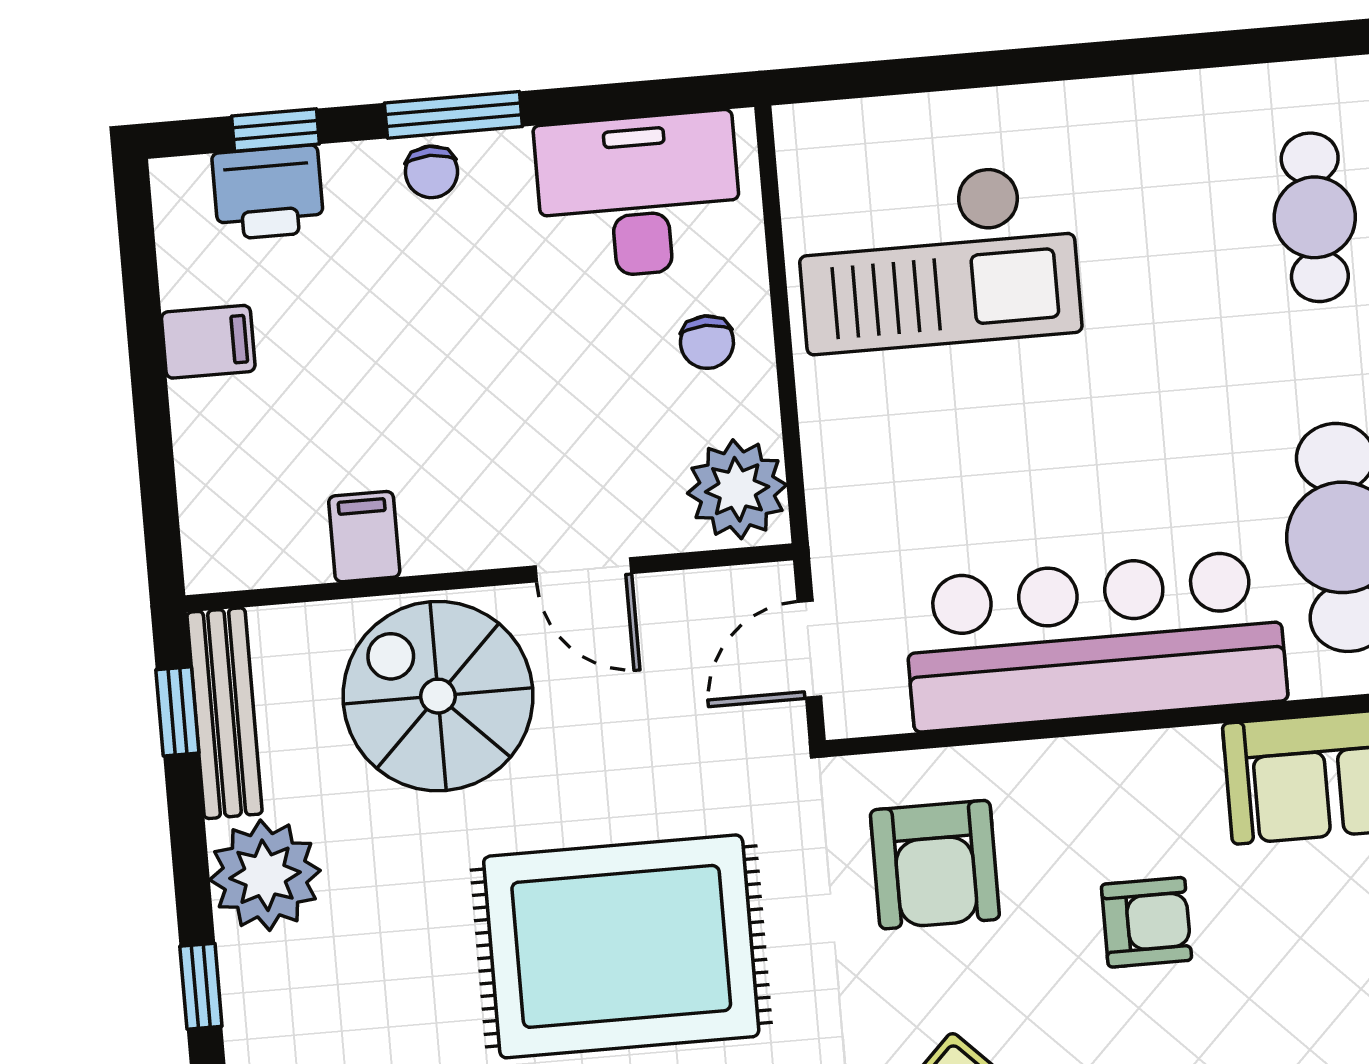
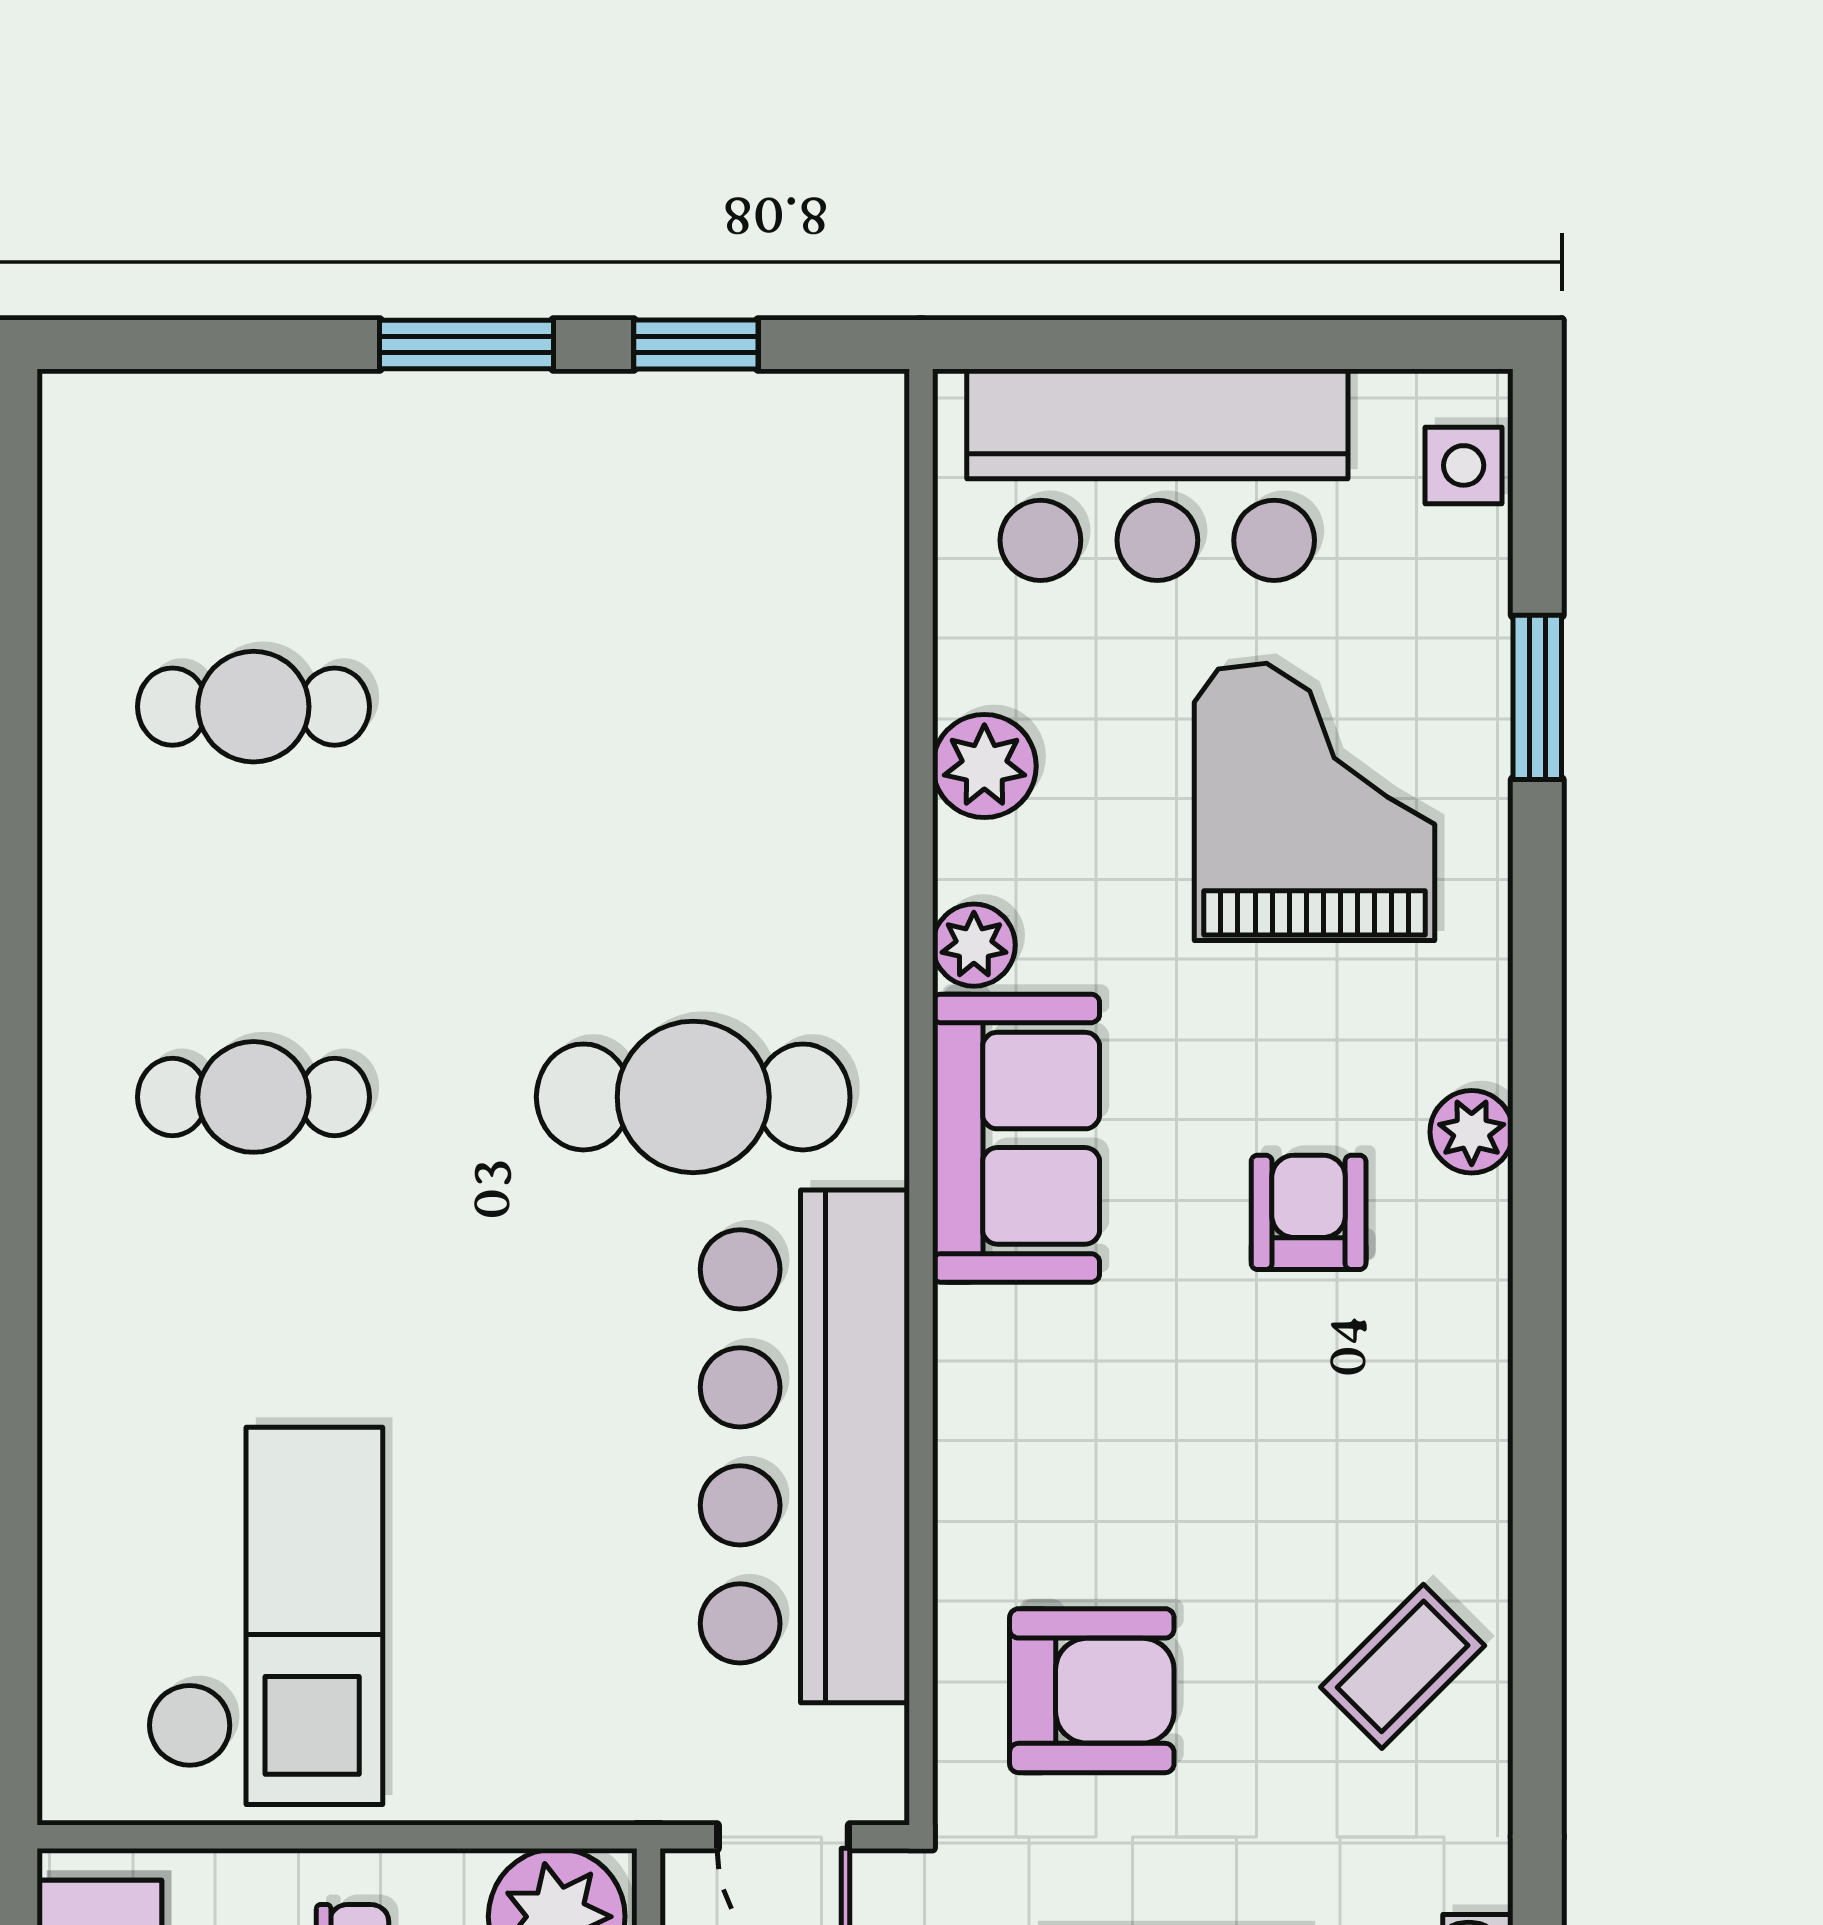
armchair: (1146, 922) -> (1309, 1212), moved

